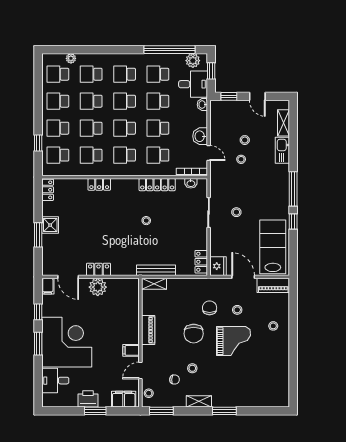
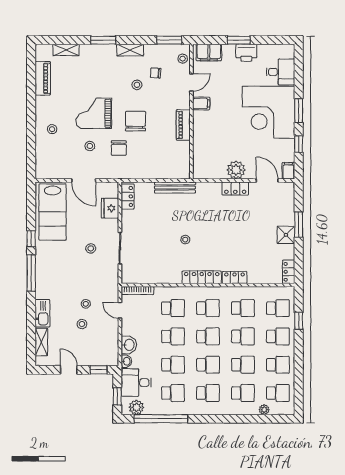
washbasin: (200, 136) -> (129, 345), moved
washbasin: (191, 183) -> (138, 279), removed
locker: (157, 185) -> (202, 277), moved
fridge: (218, 266) -> (110, 208), moved
shelving: (154, 284) -> (66, 50), moved
piano: (273, 285) -> (43, 78), moved, turned 90

